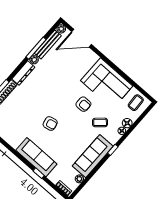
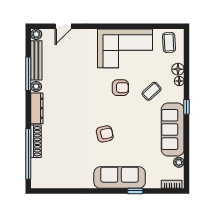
door: (81, 38) -> (63, 26), width x0.53

